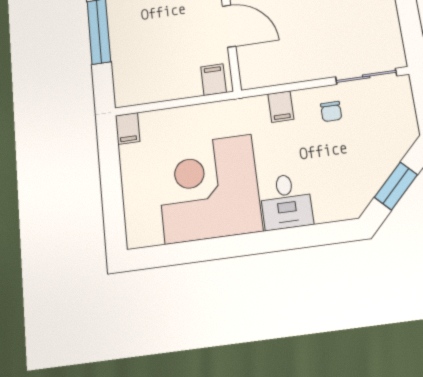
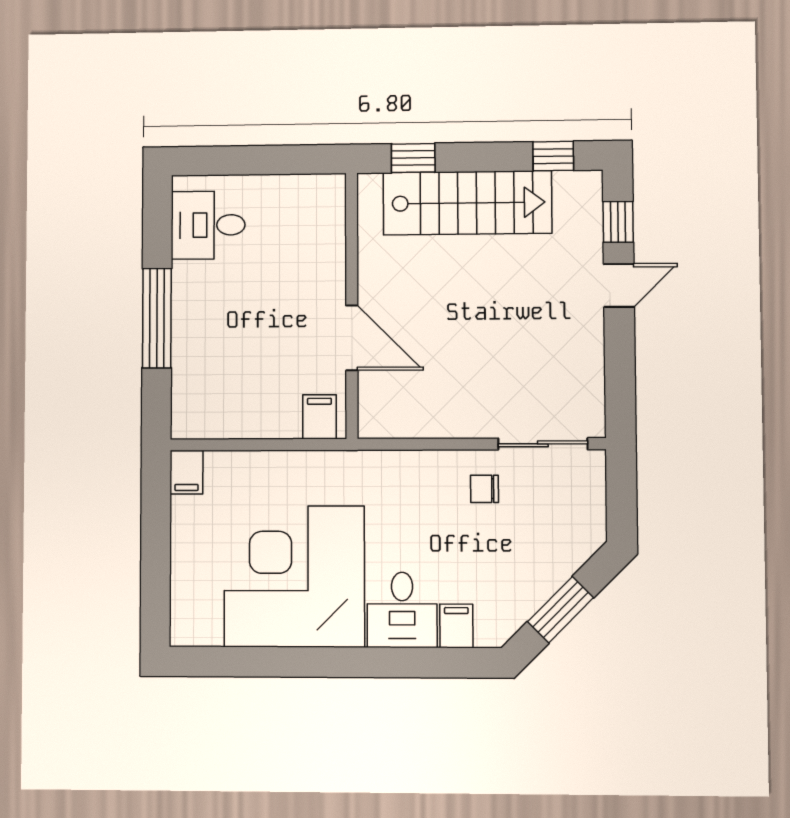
filing cabinet: (281, 107) -> (456, 626), moved, turned 180
chair: (331, 111) -> (484, 489), turned 90

